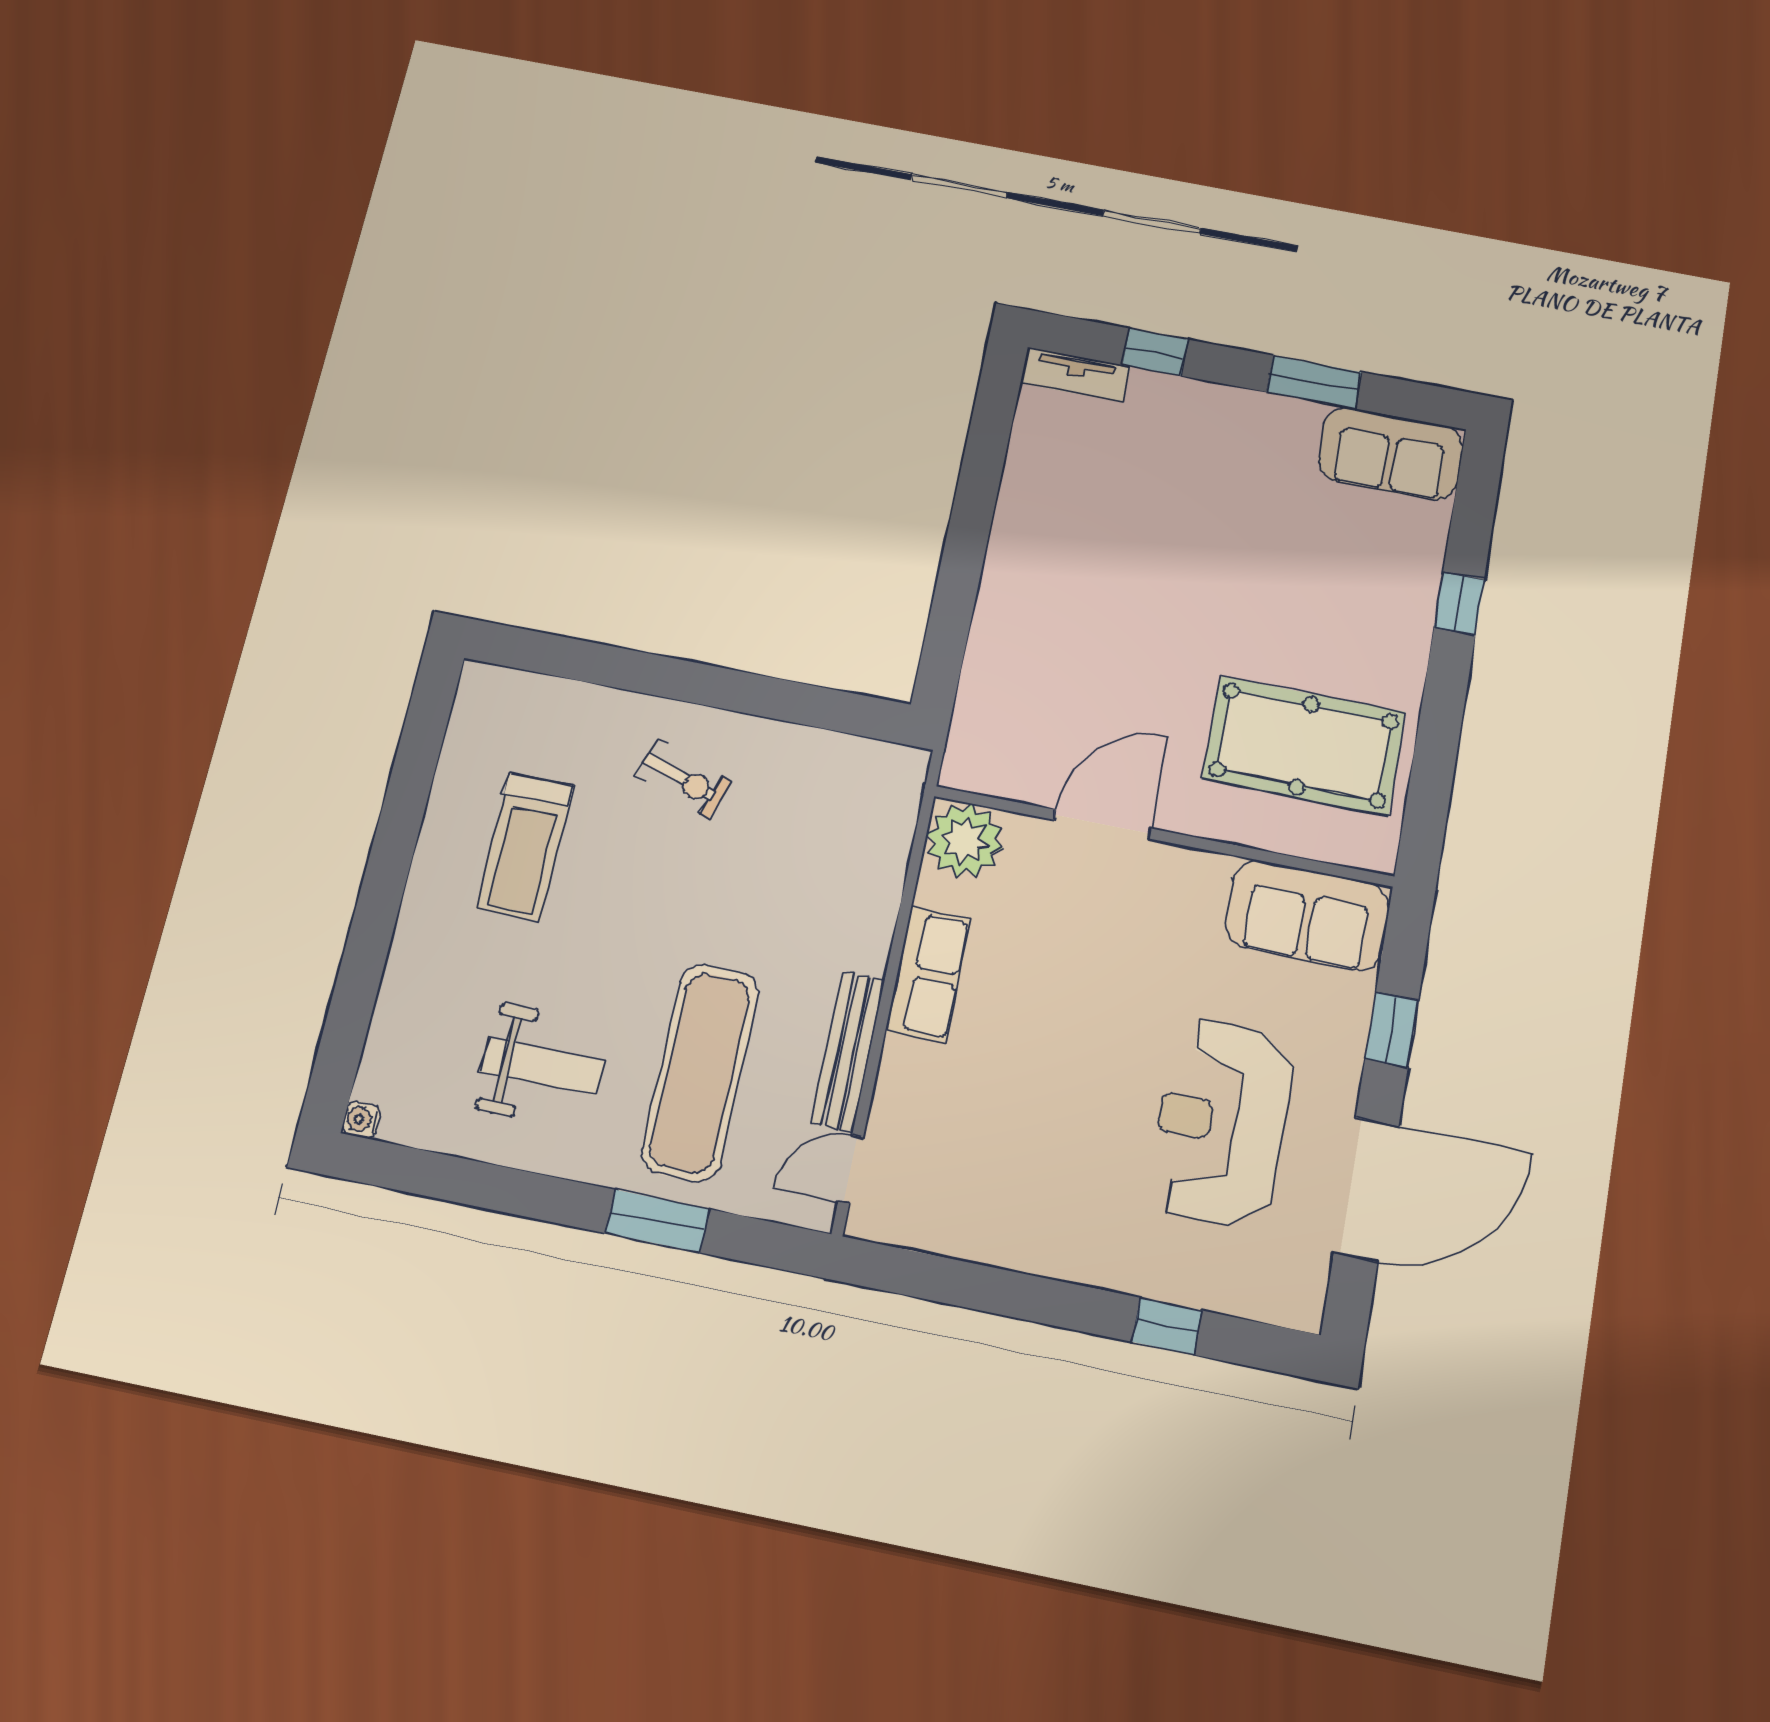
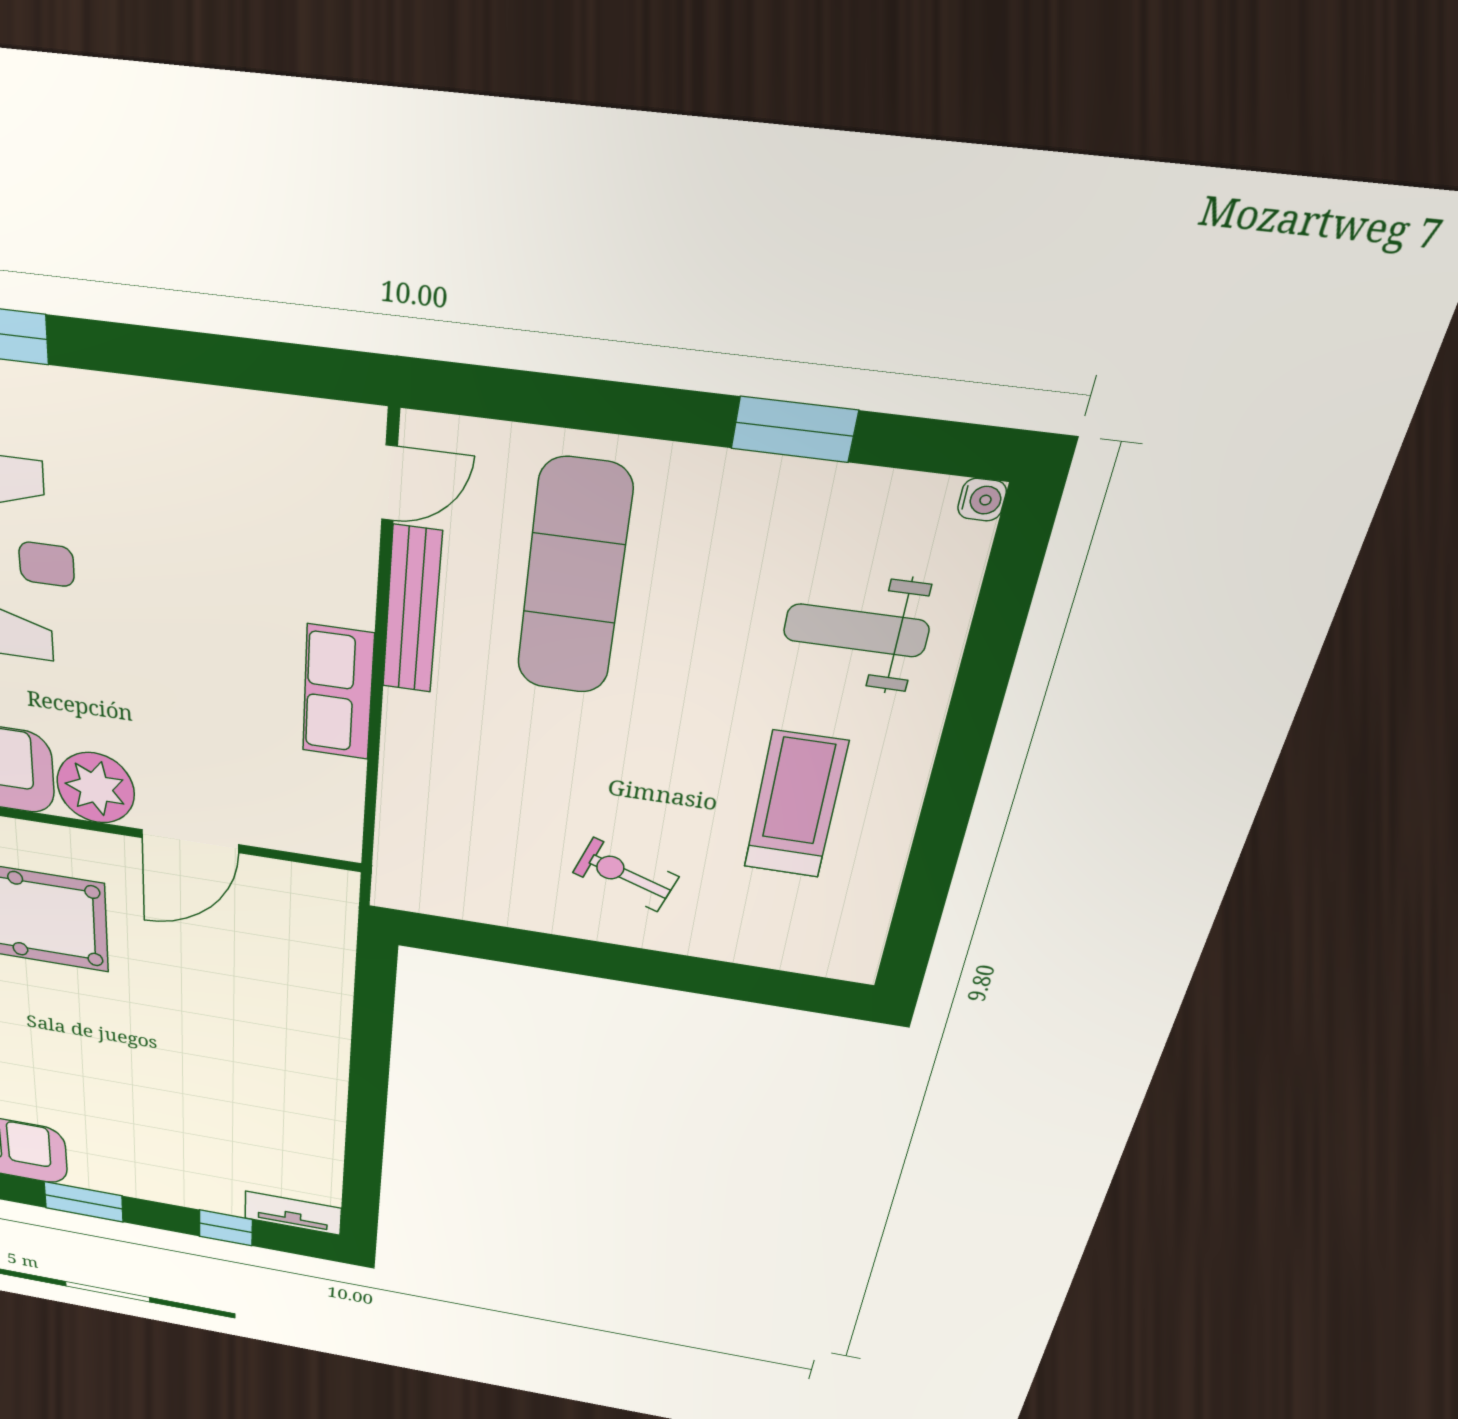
plant: (964, 841) -> (96, 788), moved
weight bench: (542, 1067) -> (856, 630), moved
window: (657, 1221) -> (794, 429), moved

